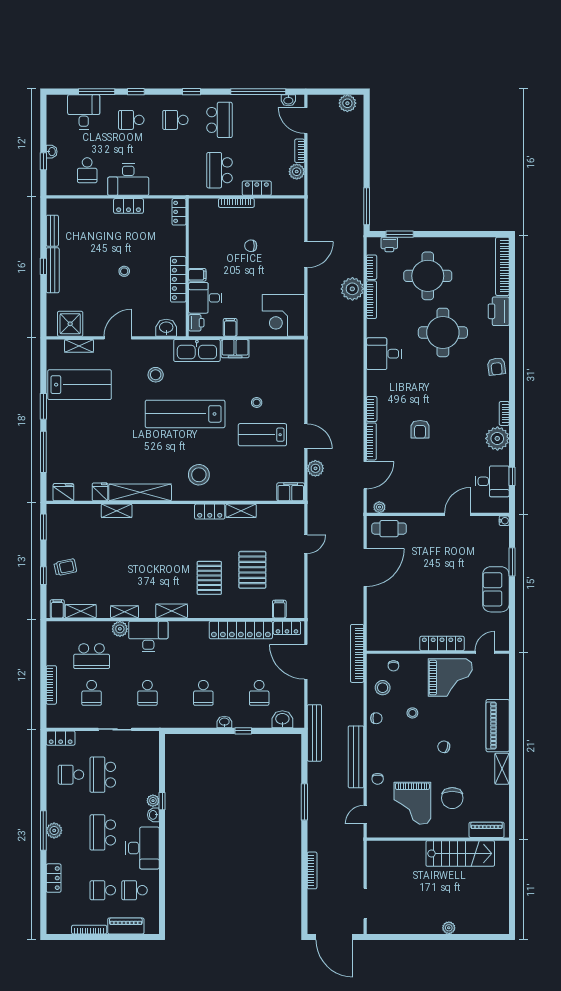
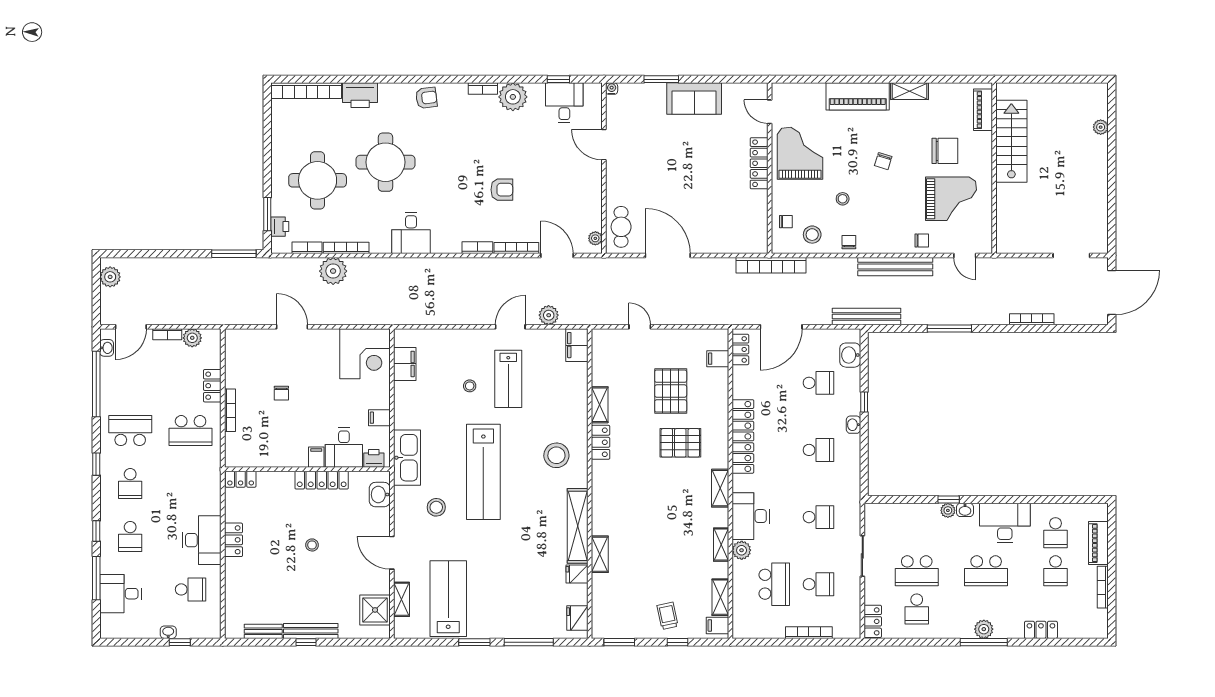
filing cabinet: (235, 349) -> (405, 364), moved
pallet: (252, 570) -> (671, 391), turned 90
locker: (241, 630) -> (743, 436), moved
plant: (449, 928) -> (1101, 127), moved

